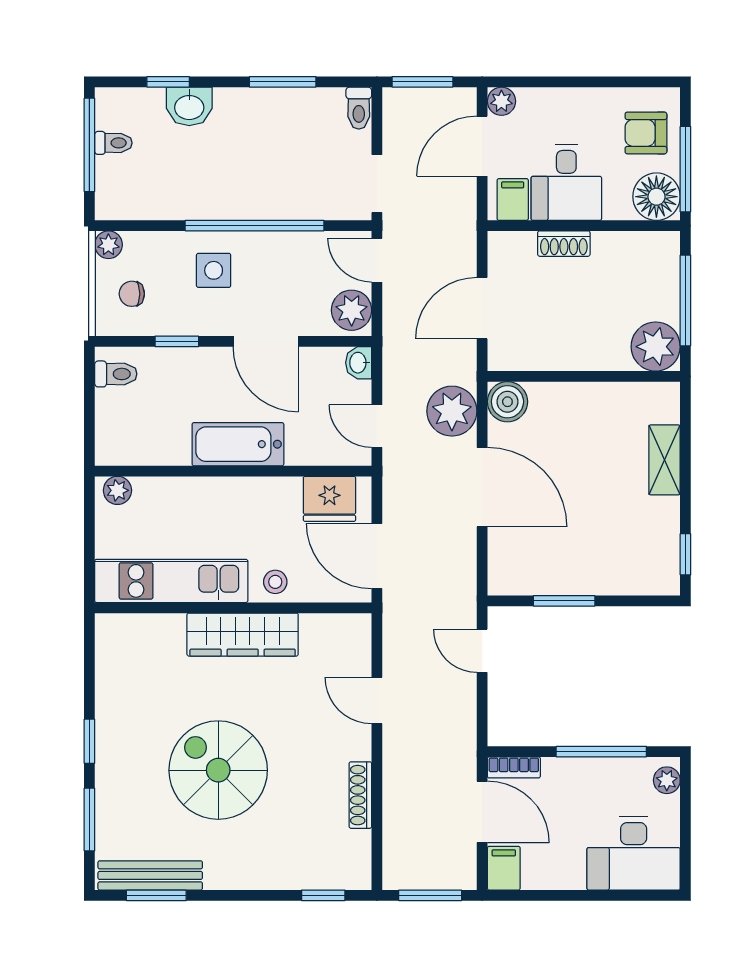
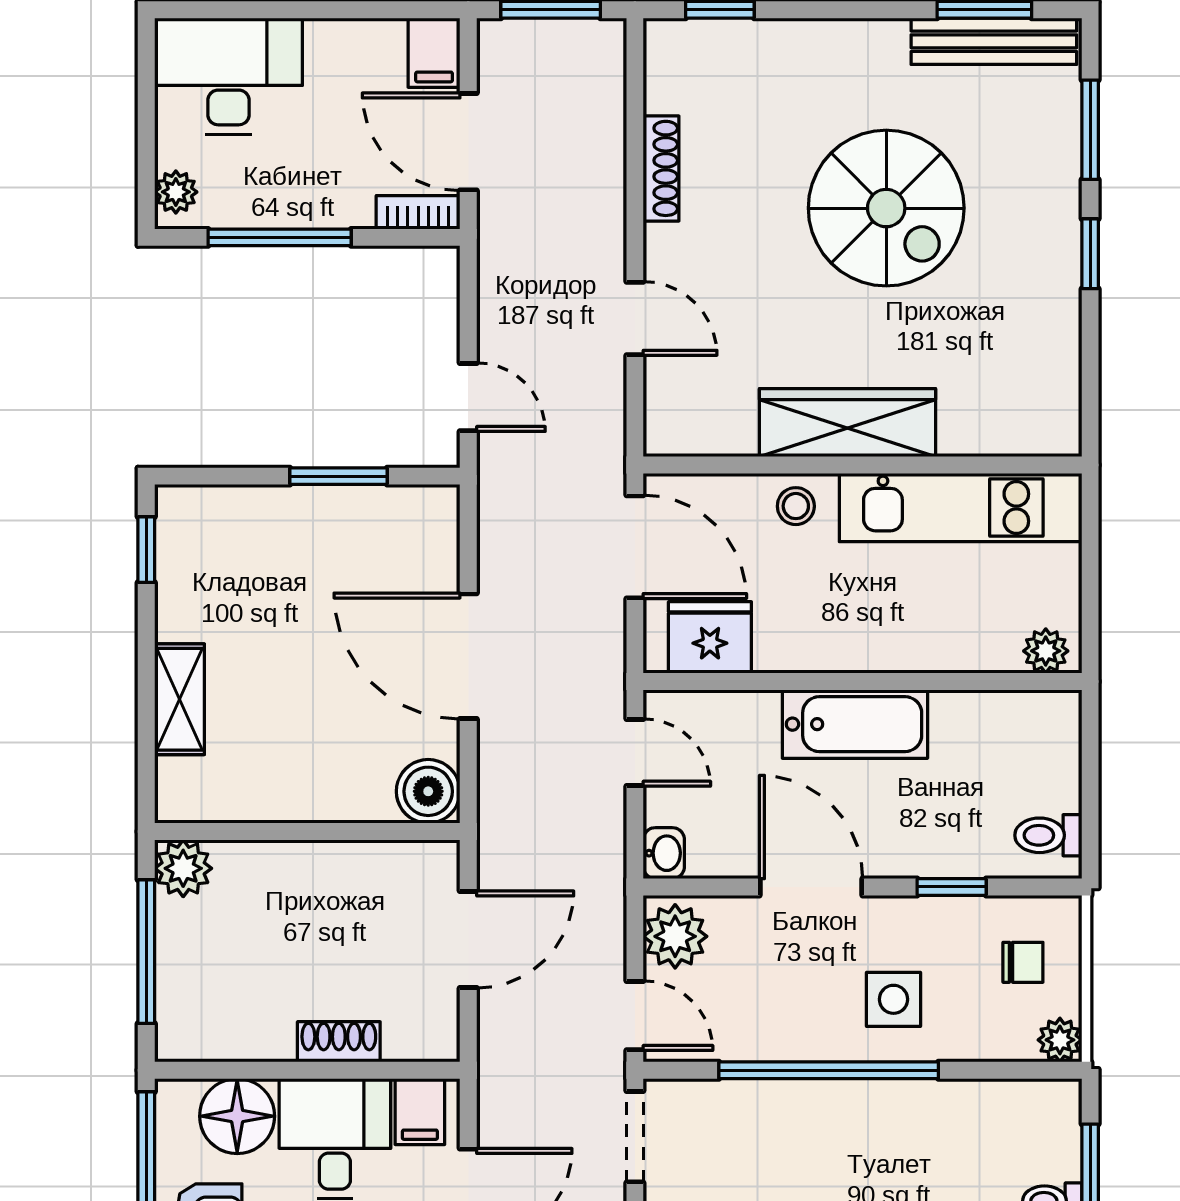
floor lamp: (656, 197) -> (237, 1116), moved
plant: (656, 347) -> (183, 868), width x0.73, depth x0.73
plant: (452, 411) -> (516, 777), removed

